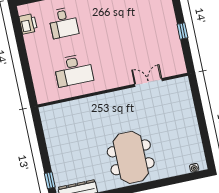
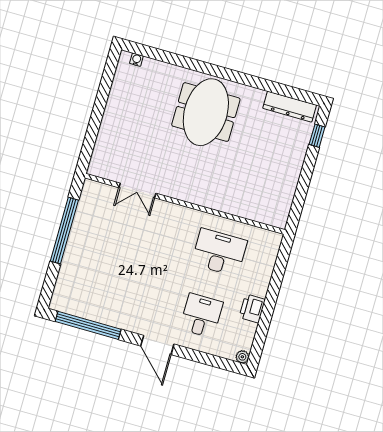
plant: (22, 10) -> (242, 357), added
printer: (28, 24) -> (252, 308), moved
window: (182, 31) -> (64, 231), width x3.17

